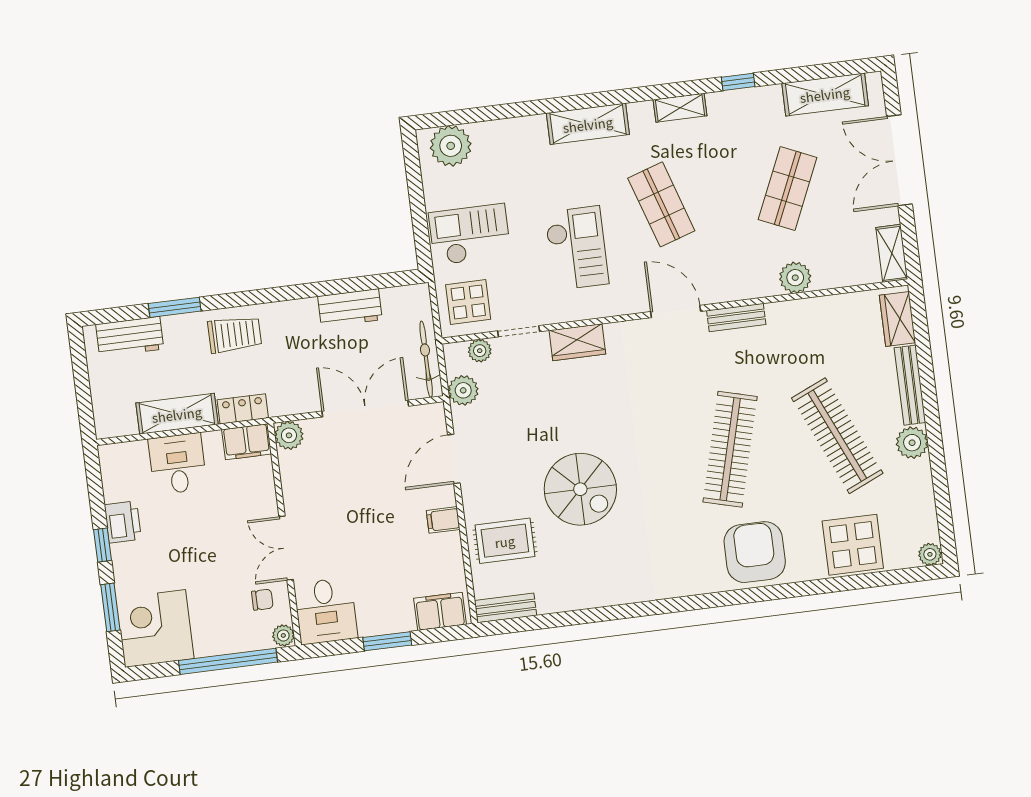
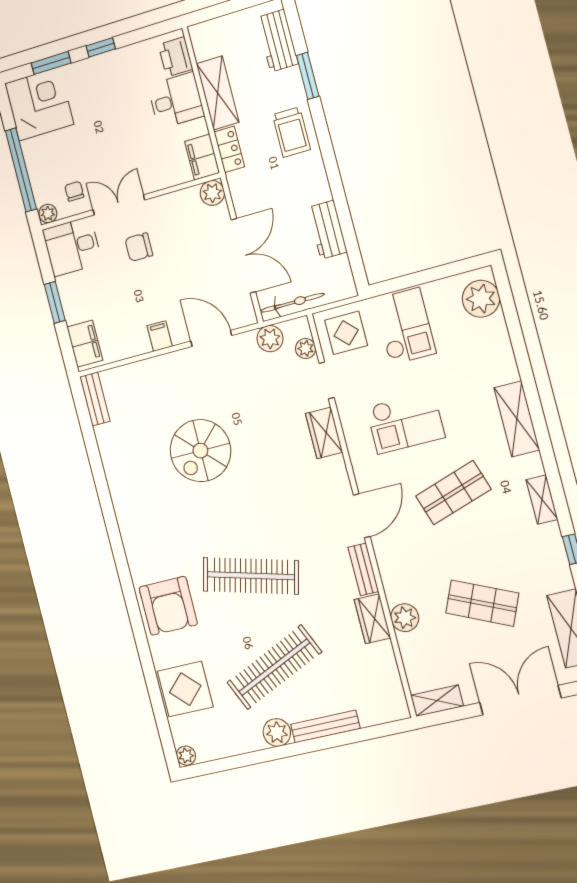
wardrobe: (897, 319) -> (372, 619), moved, turned -90
printer: (123, 522) -> (176, 57), moved, turned 90
chair: (338, 531) -> (139, 247), added
rug: (505, 541) -> (149, 391), removed
armchair: (755, 552) -> (168, 606), turned 90
chair: (262, 600) -> (74, 191), turned 180

